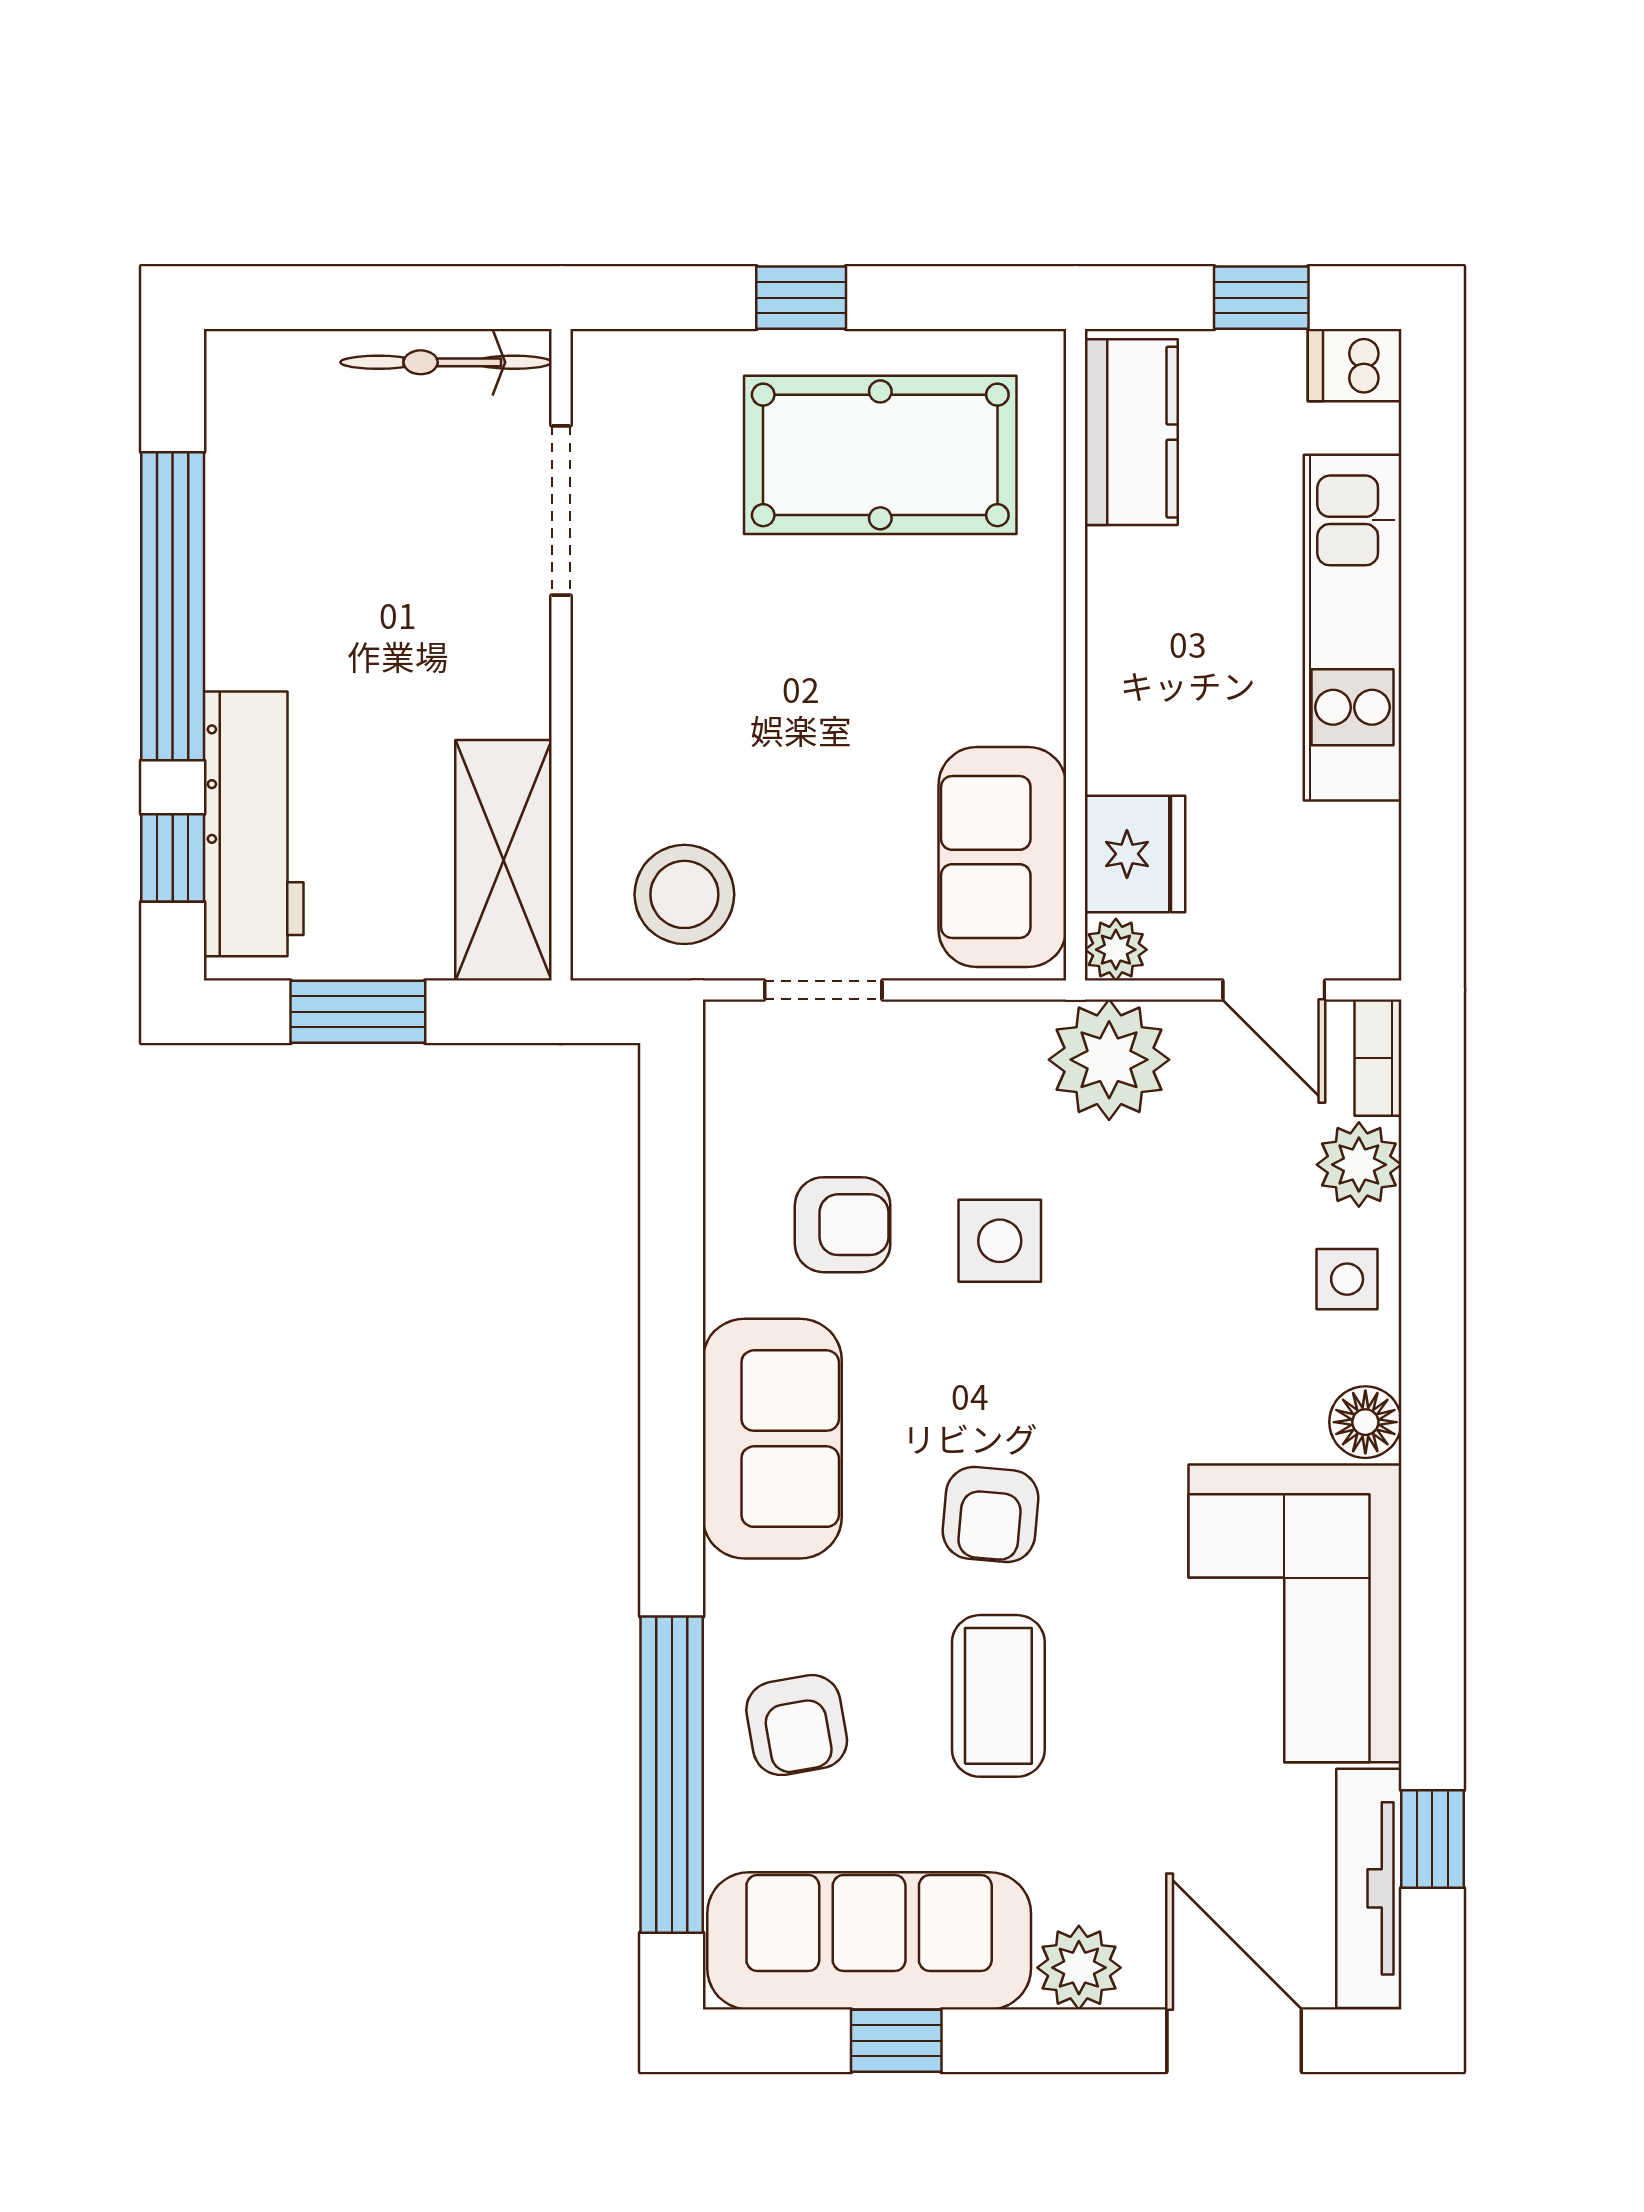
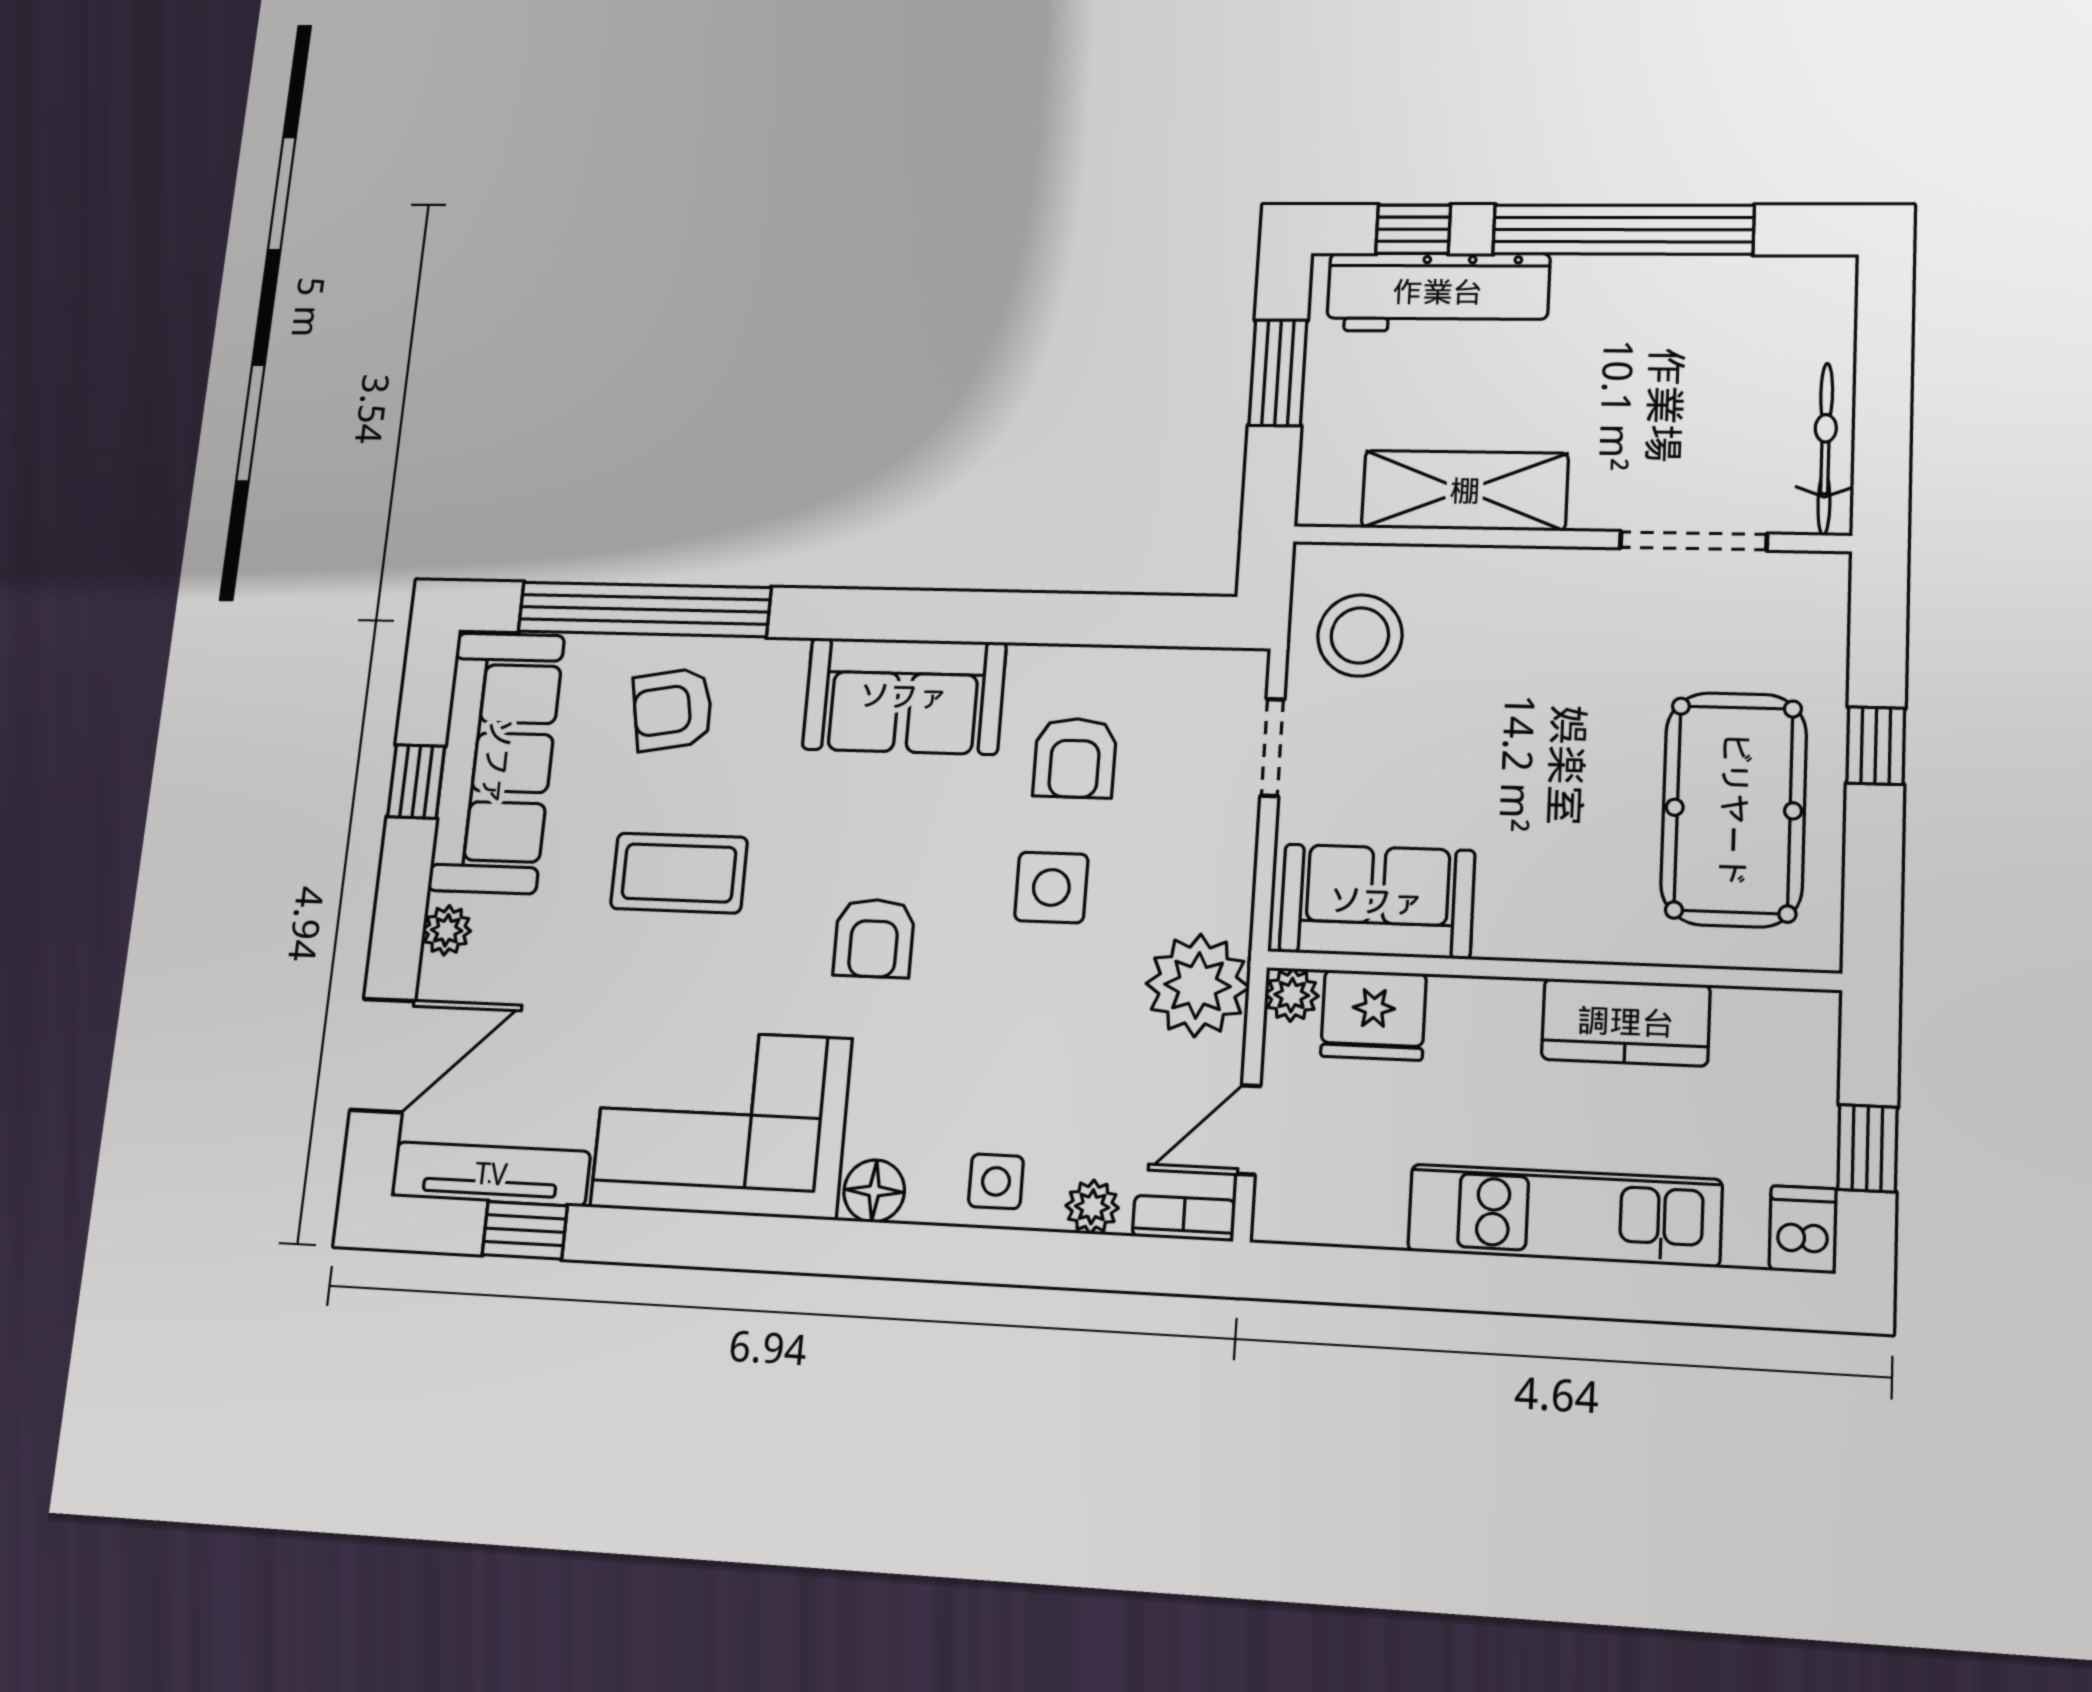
kitchen counter: (1131, 432) -> (1626, 1022), moved
shelving: (503, 860) -> (1465, 491), moved
plant: (1359, 1165) -> (1092, 1207), width x0.73, depth x0.73
armchair: (990, 1514) -> (874, 938), moved, turned -95
plant: (1079, 1968) -> (447, 930), width x0.73, depth x0.73

